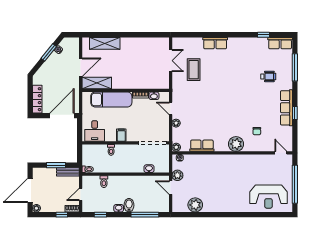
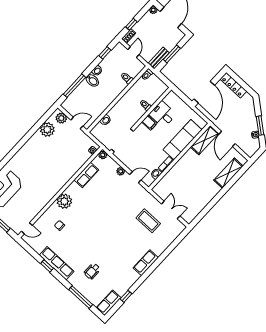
row of seats: (215, 43) -> (146, 263), moved
double door: (171, 61) -> (171, 210), swing flipped
desk: (95, 131) -> (163, 114), moved
plant: (177, 175) -> (61, 118), moved

